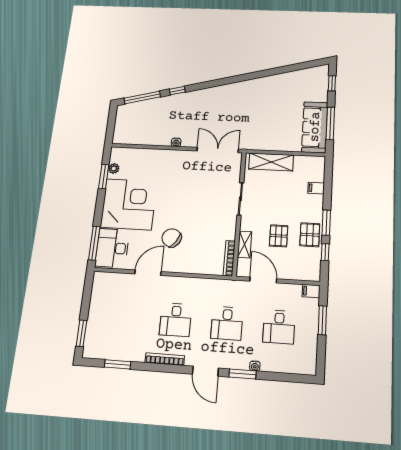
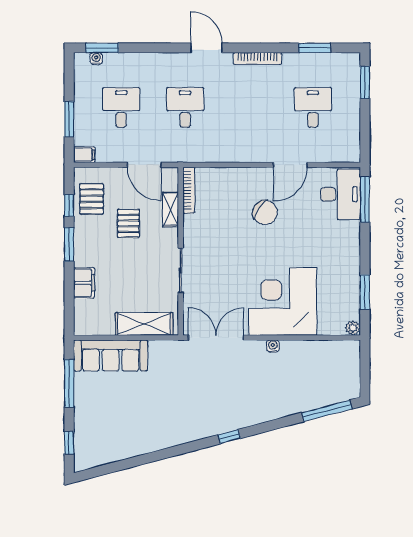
window: (177, 91) -> (229, 437), moved
sofa: (315, 127) -> (111, 356), moved, turned 90
double door: (218, 150) -> (216, 338), swing flipped
plant: (114, 168) -> (353, 328), moved
filing cabinet: (316, 188) -> (84, 283), width x2.00
corner desk: (129, 204) -> (283, 302), moved, turned 90
pallet: (310, 235) -> (92, 199), moved
desk: (176, 320) -> (313, 108), moved
water cooler: (255, 366) -> (96, 58), moved
window: (243, 374) -> (102, 48), moved

